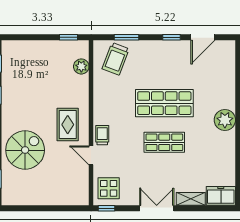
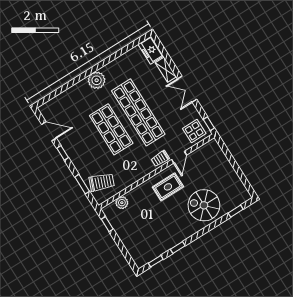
shop shelf: (164, 142) -> (138, 112), width x2.00, depth x1.36

